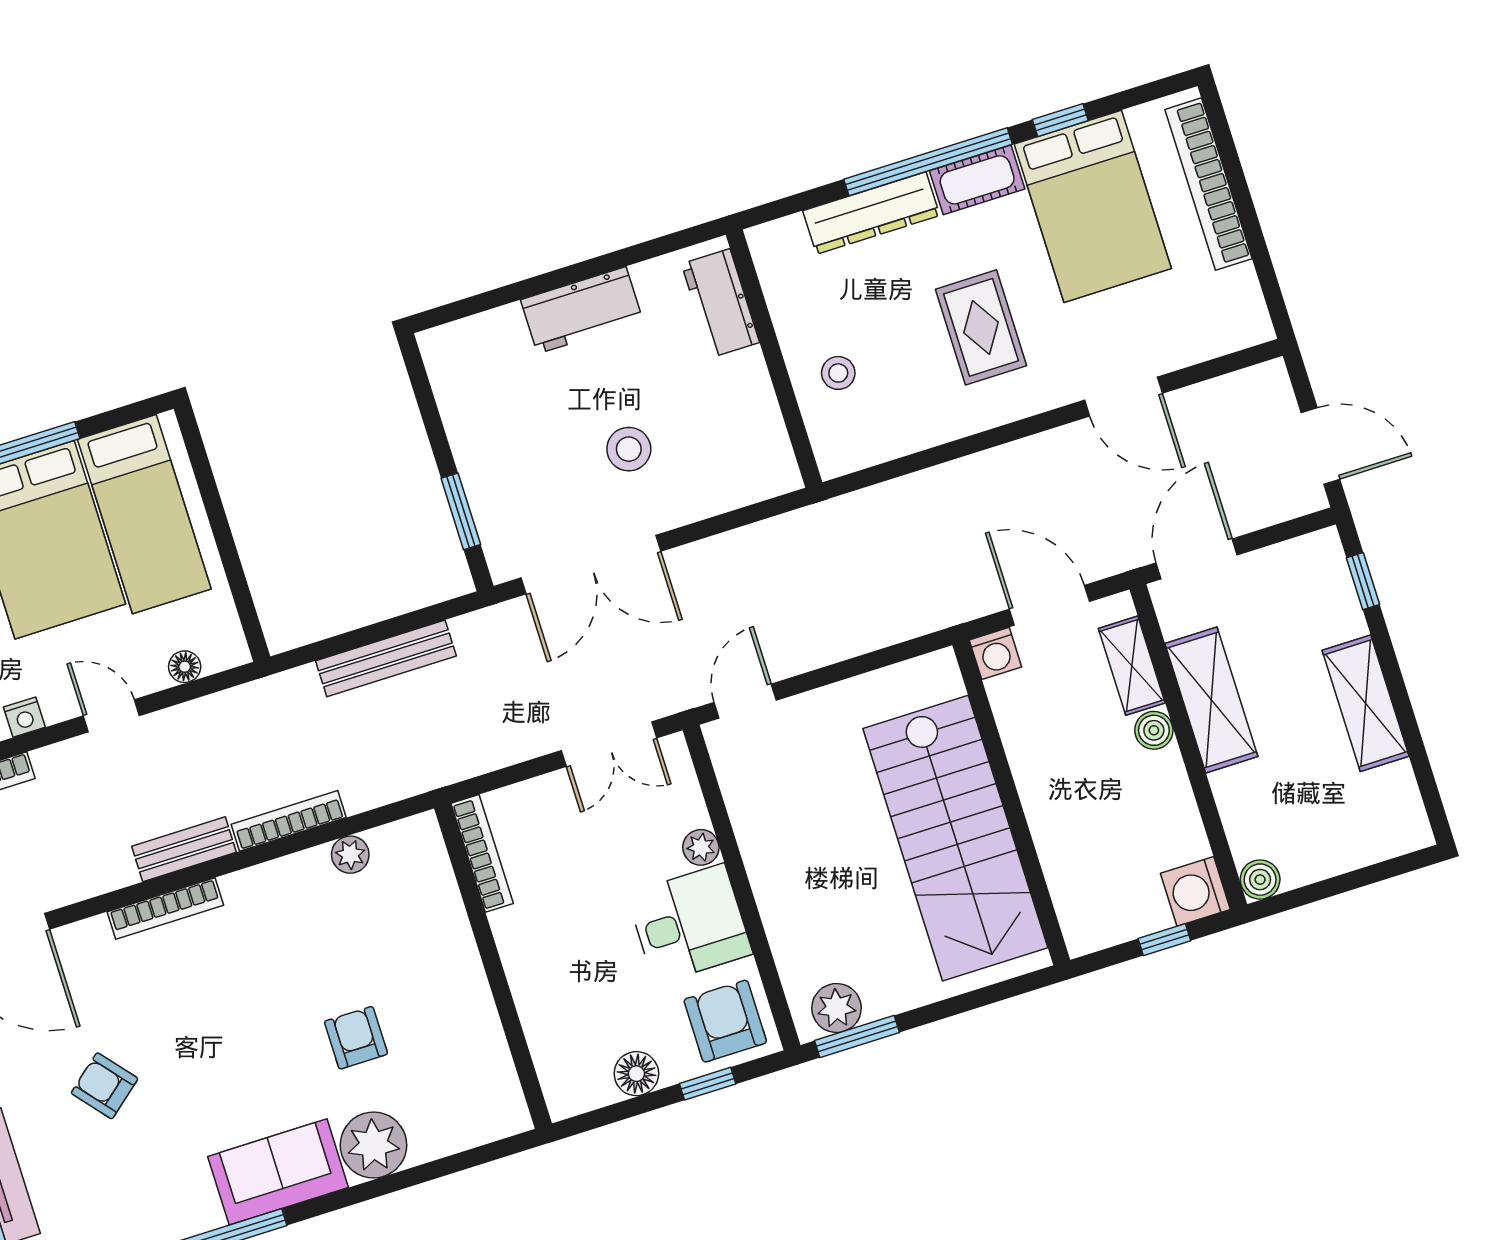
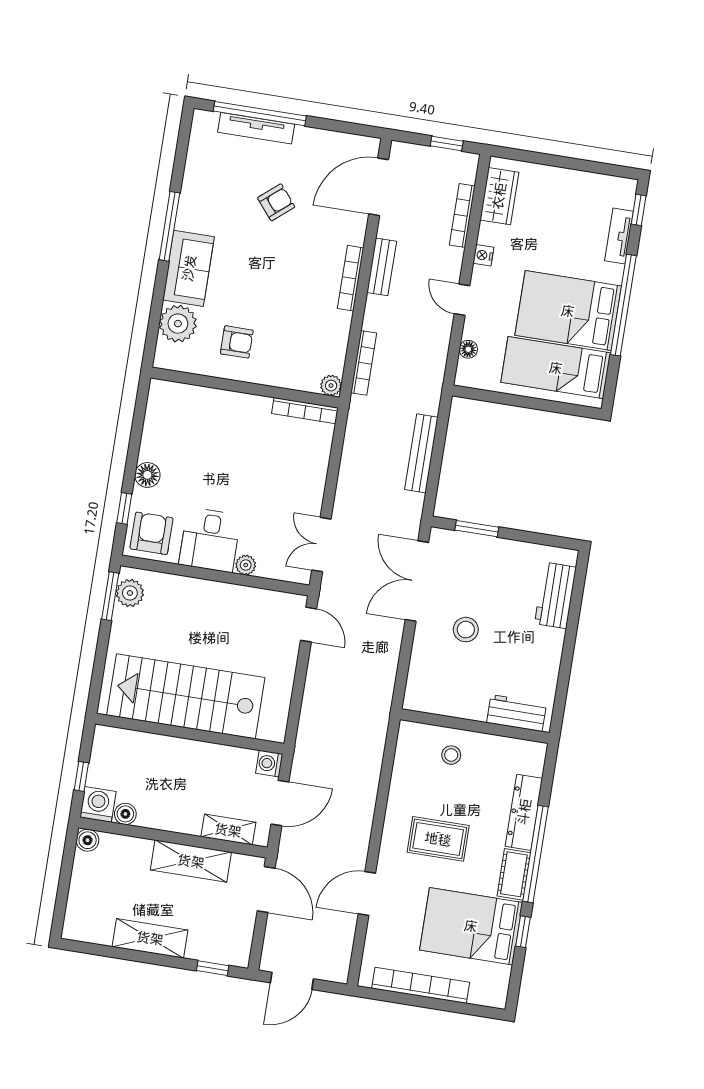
bookcase: (1208, 184) -> (421, 985), moved
workbench: (582, 310) -> (555, 595), moved
door: (111, 716) -> (462, 300), swing flipped
boiler: (1154, 730) -> (125, 814), moved
bench: (184, 849) -> (382, 267), moved
bookcase: (482, 853) -> (305, 411), moved
wall: (493, 966) -> (245, 388), moved
armchair: (725, 1021) -> (151, 533), turned -90

